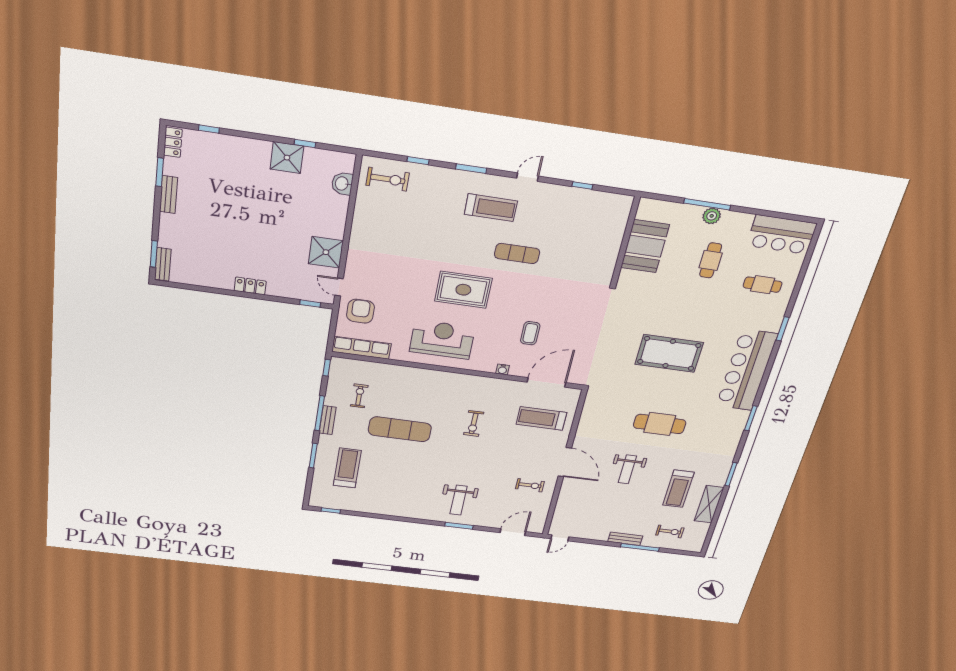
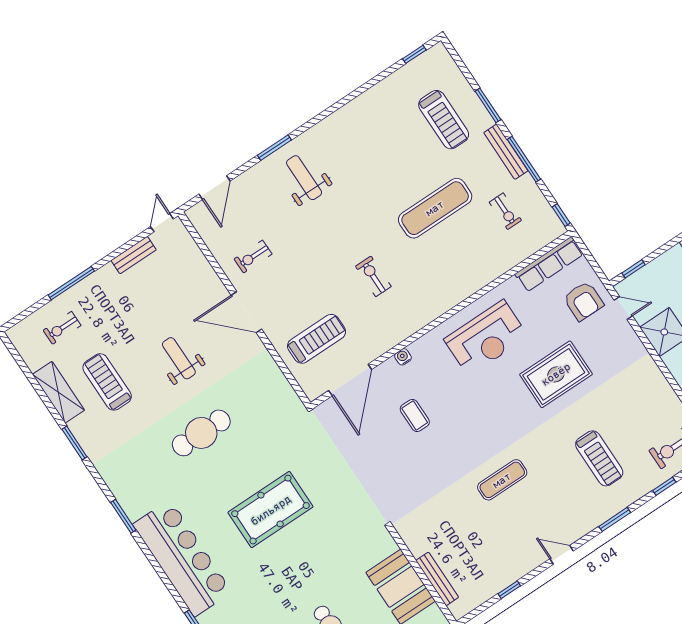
door: (527, 177) -> (562, 555), swing flipped
treadmill: (491, 208) -> (599, 458), moved, turned -90
bench: (619, 231) -> (437, 579), added
rug: (463, 290) -> (556, 374), moved
bench: (328, 420) -> (506, 152), width x1.36
bench: (625, 539) -> (134, 255), moved

